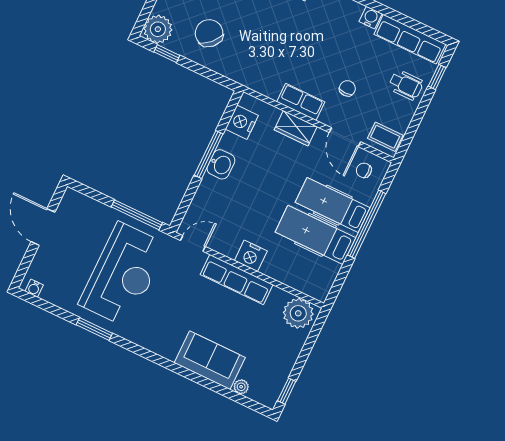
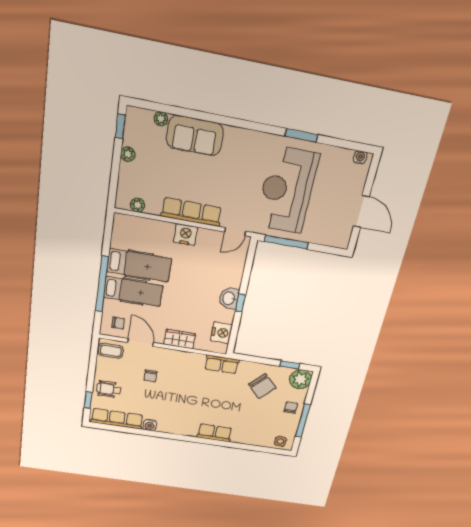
row of seats: (301, 102) -> (222, 364), moved
window: (209, 155) -> (240, 303), width x0.46
plant: (298, 313) -> (138, 205), width x0.53, depth x0.53
plant: (288, 361) -> (128, 154), added

